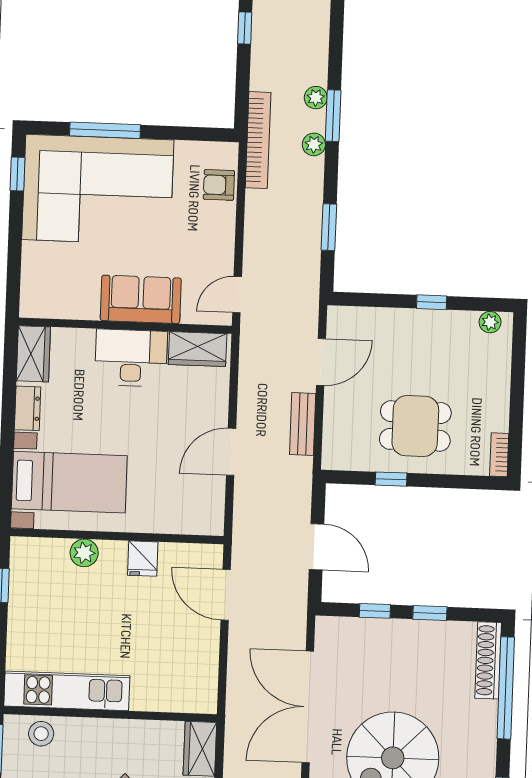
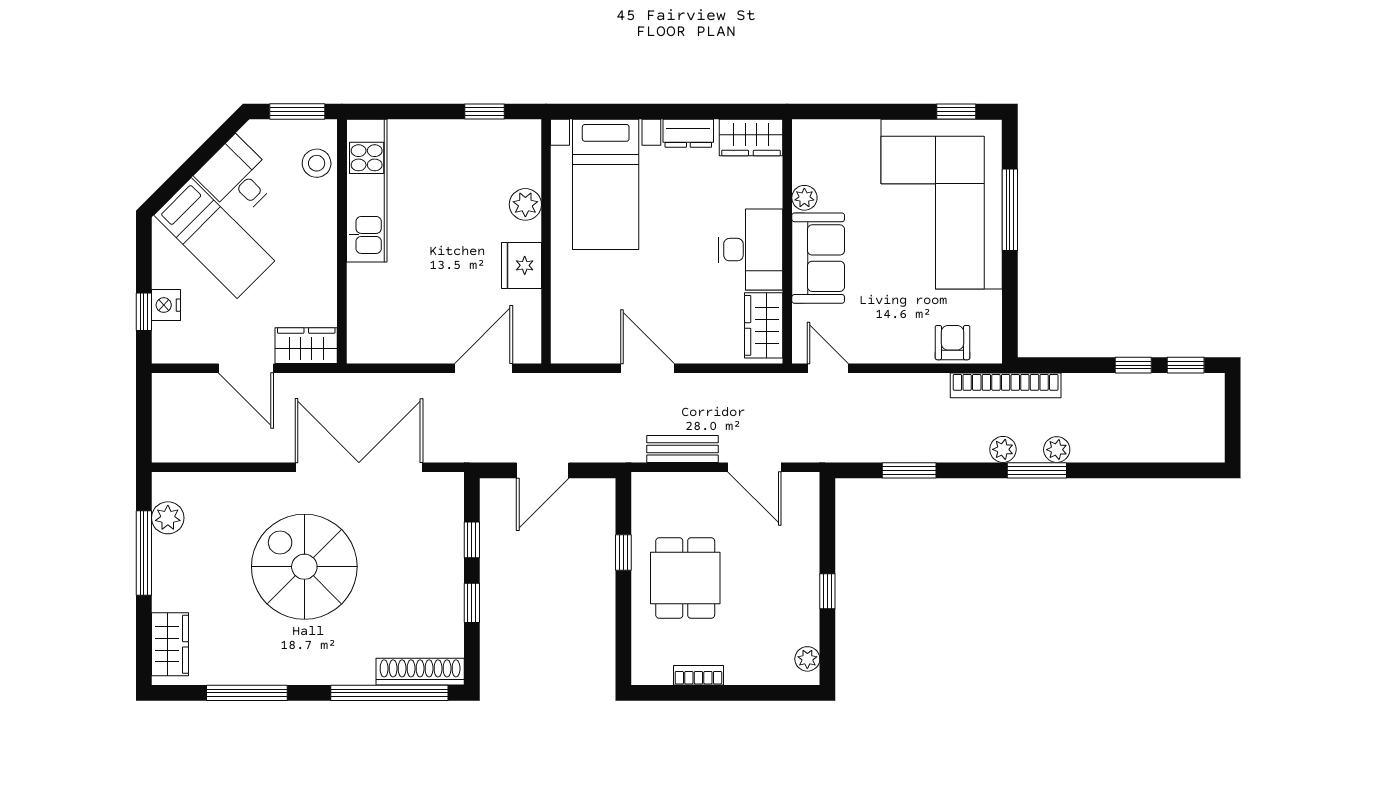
plant: (88, 309) -> (804, 198), added
bookcase: (499, 455) -> (698, 675), moved
fridge: (143, 559) -> (521, 265), width x1.38

